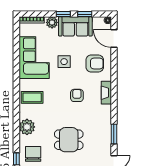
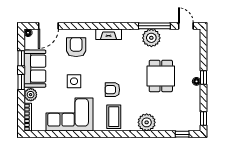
armchair: (77, 95) -> (112, 90), moved
plant: (103, 131) -> (151, 38), added
window: (114, 134) -> (154, 26), width x1.44
chair: (33, 154) -> (177, 116), removed

